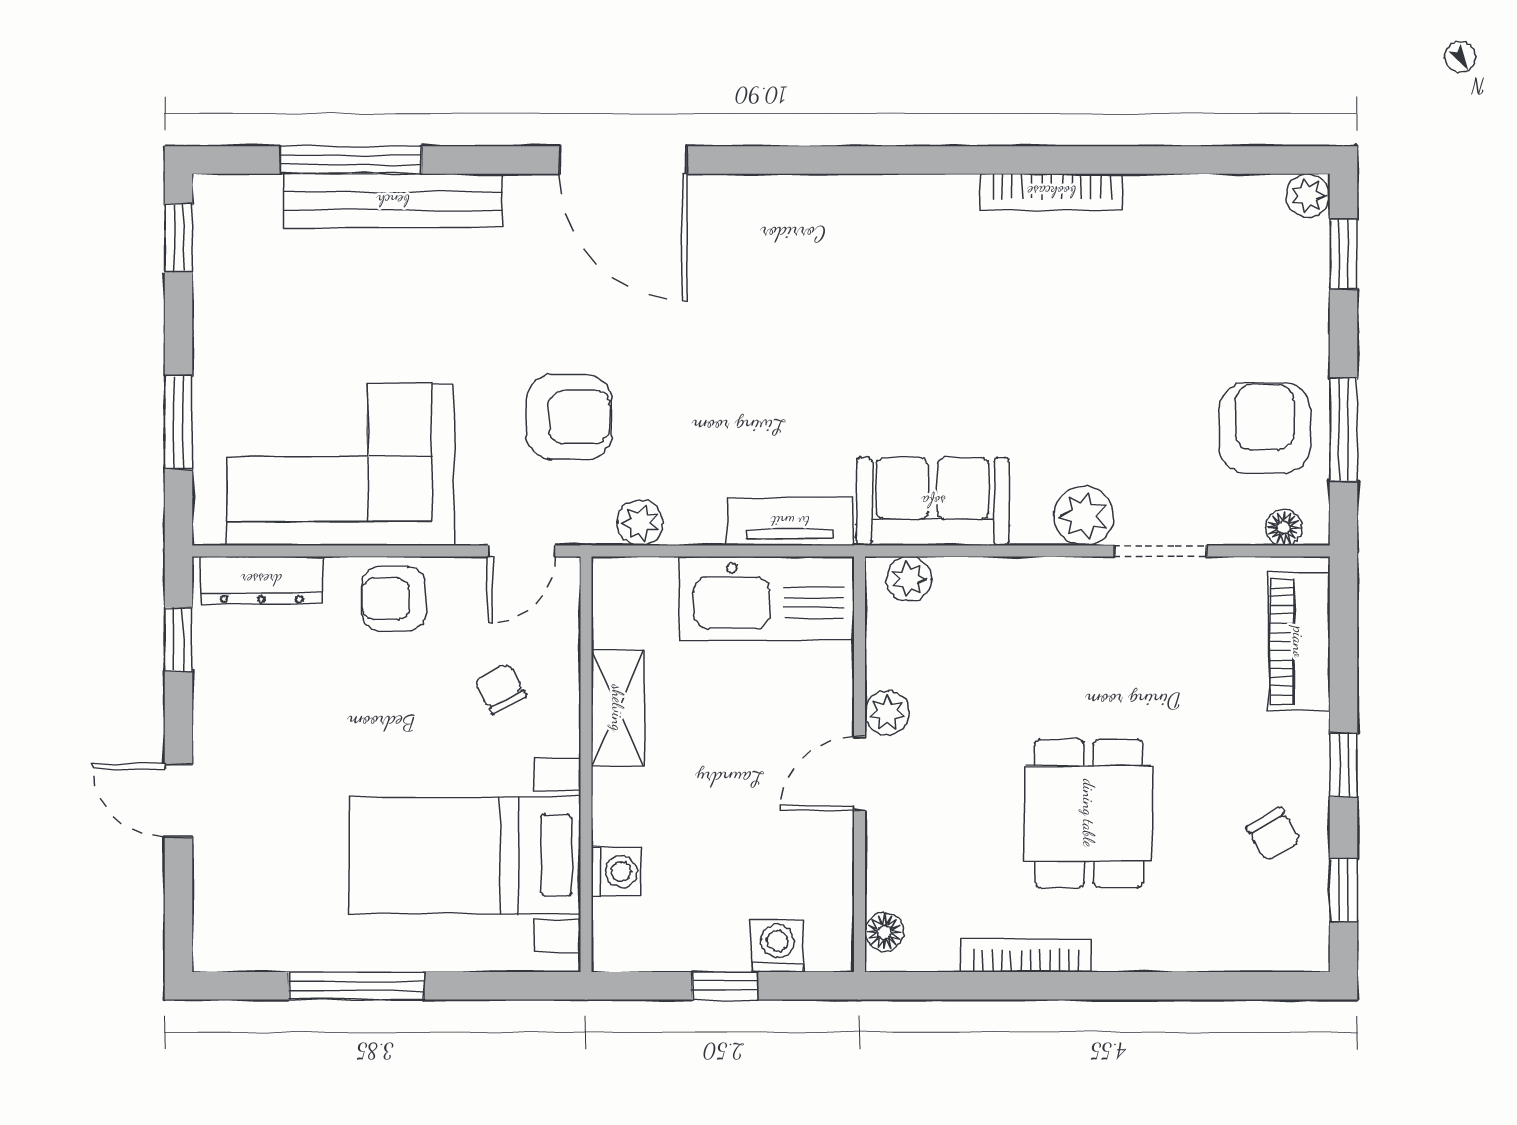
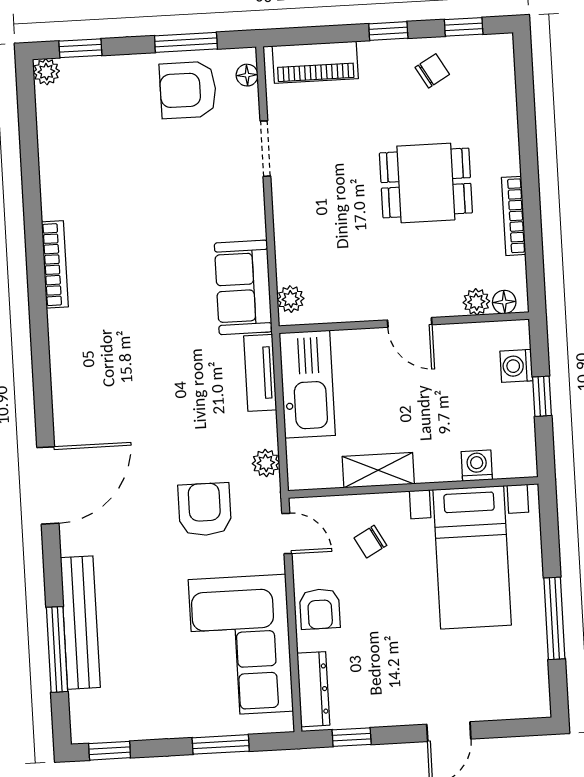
bookcase: (1051, 192) -> (55, 264), moved
plant: (1084, 516) -> (247, 196), removed
plant: (887, 713) -> (476, 302), moved

